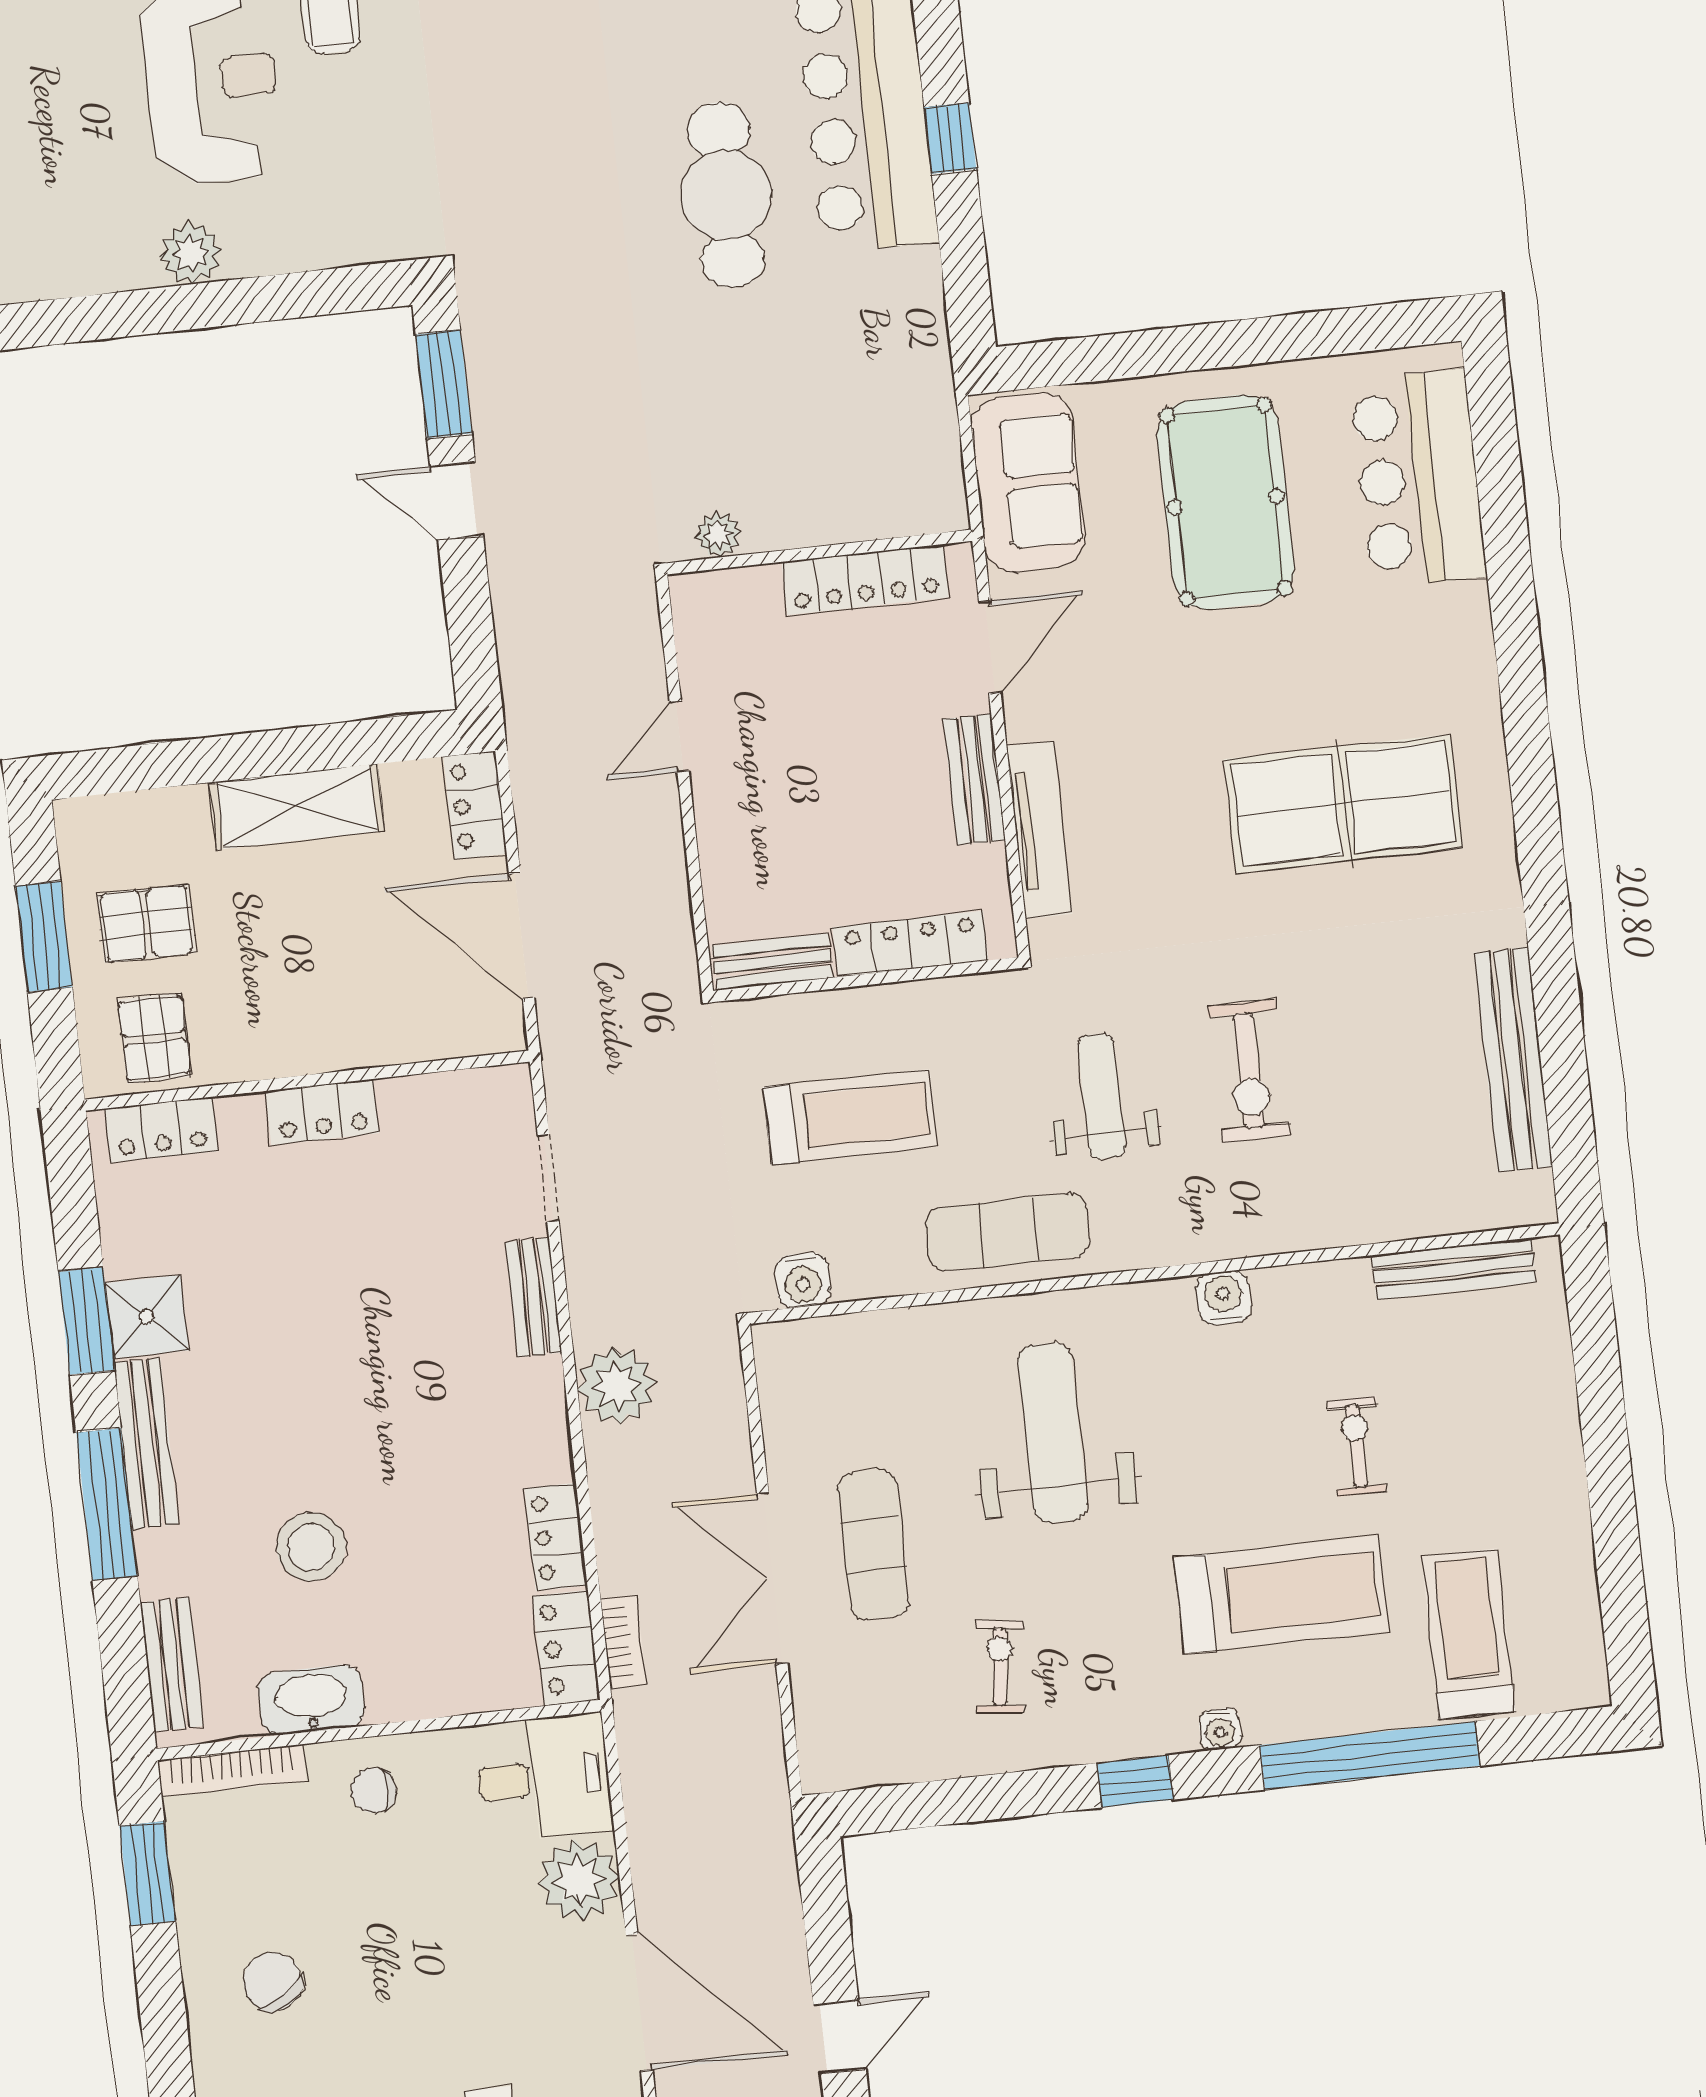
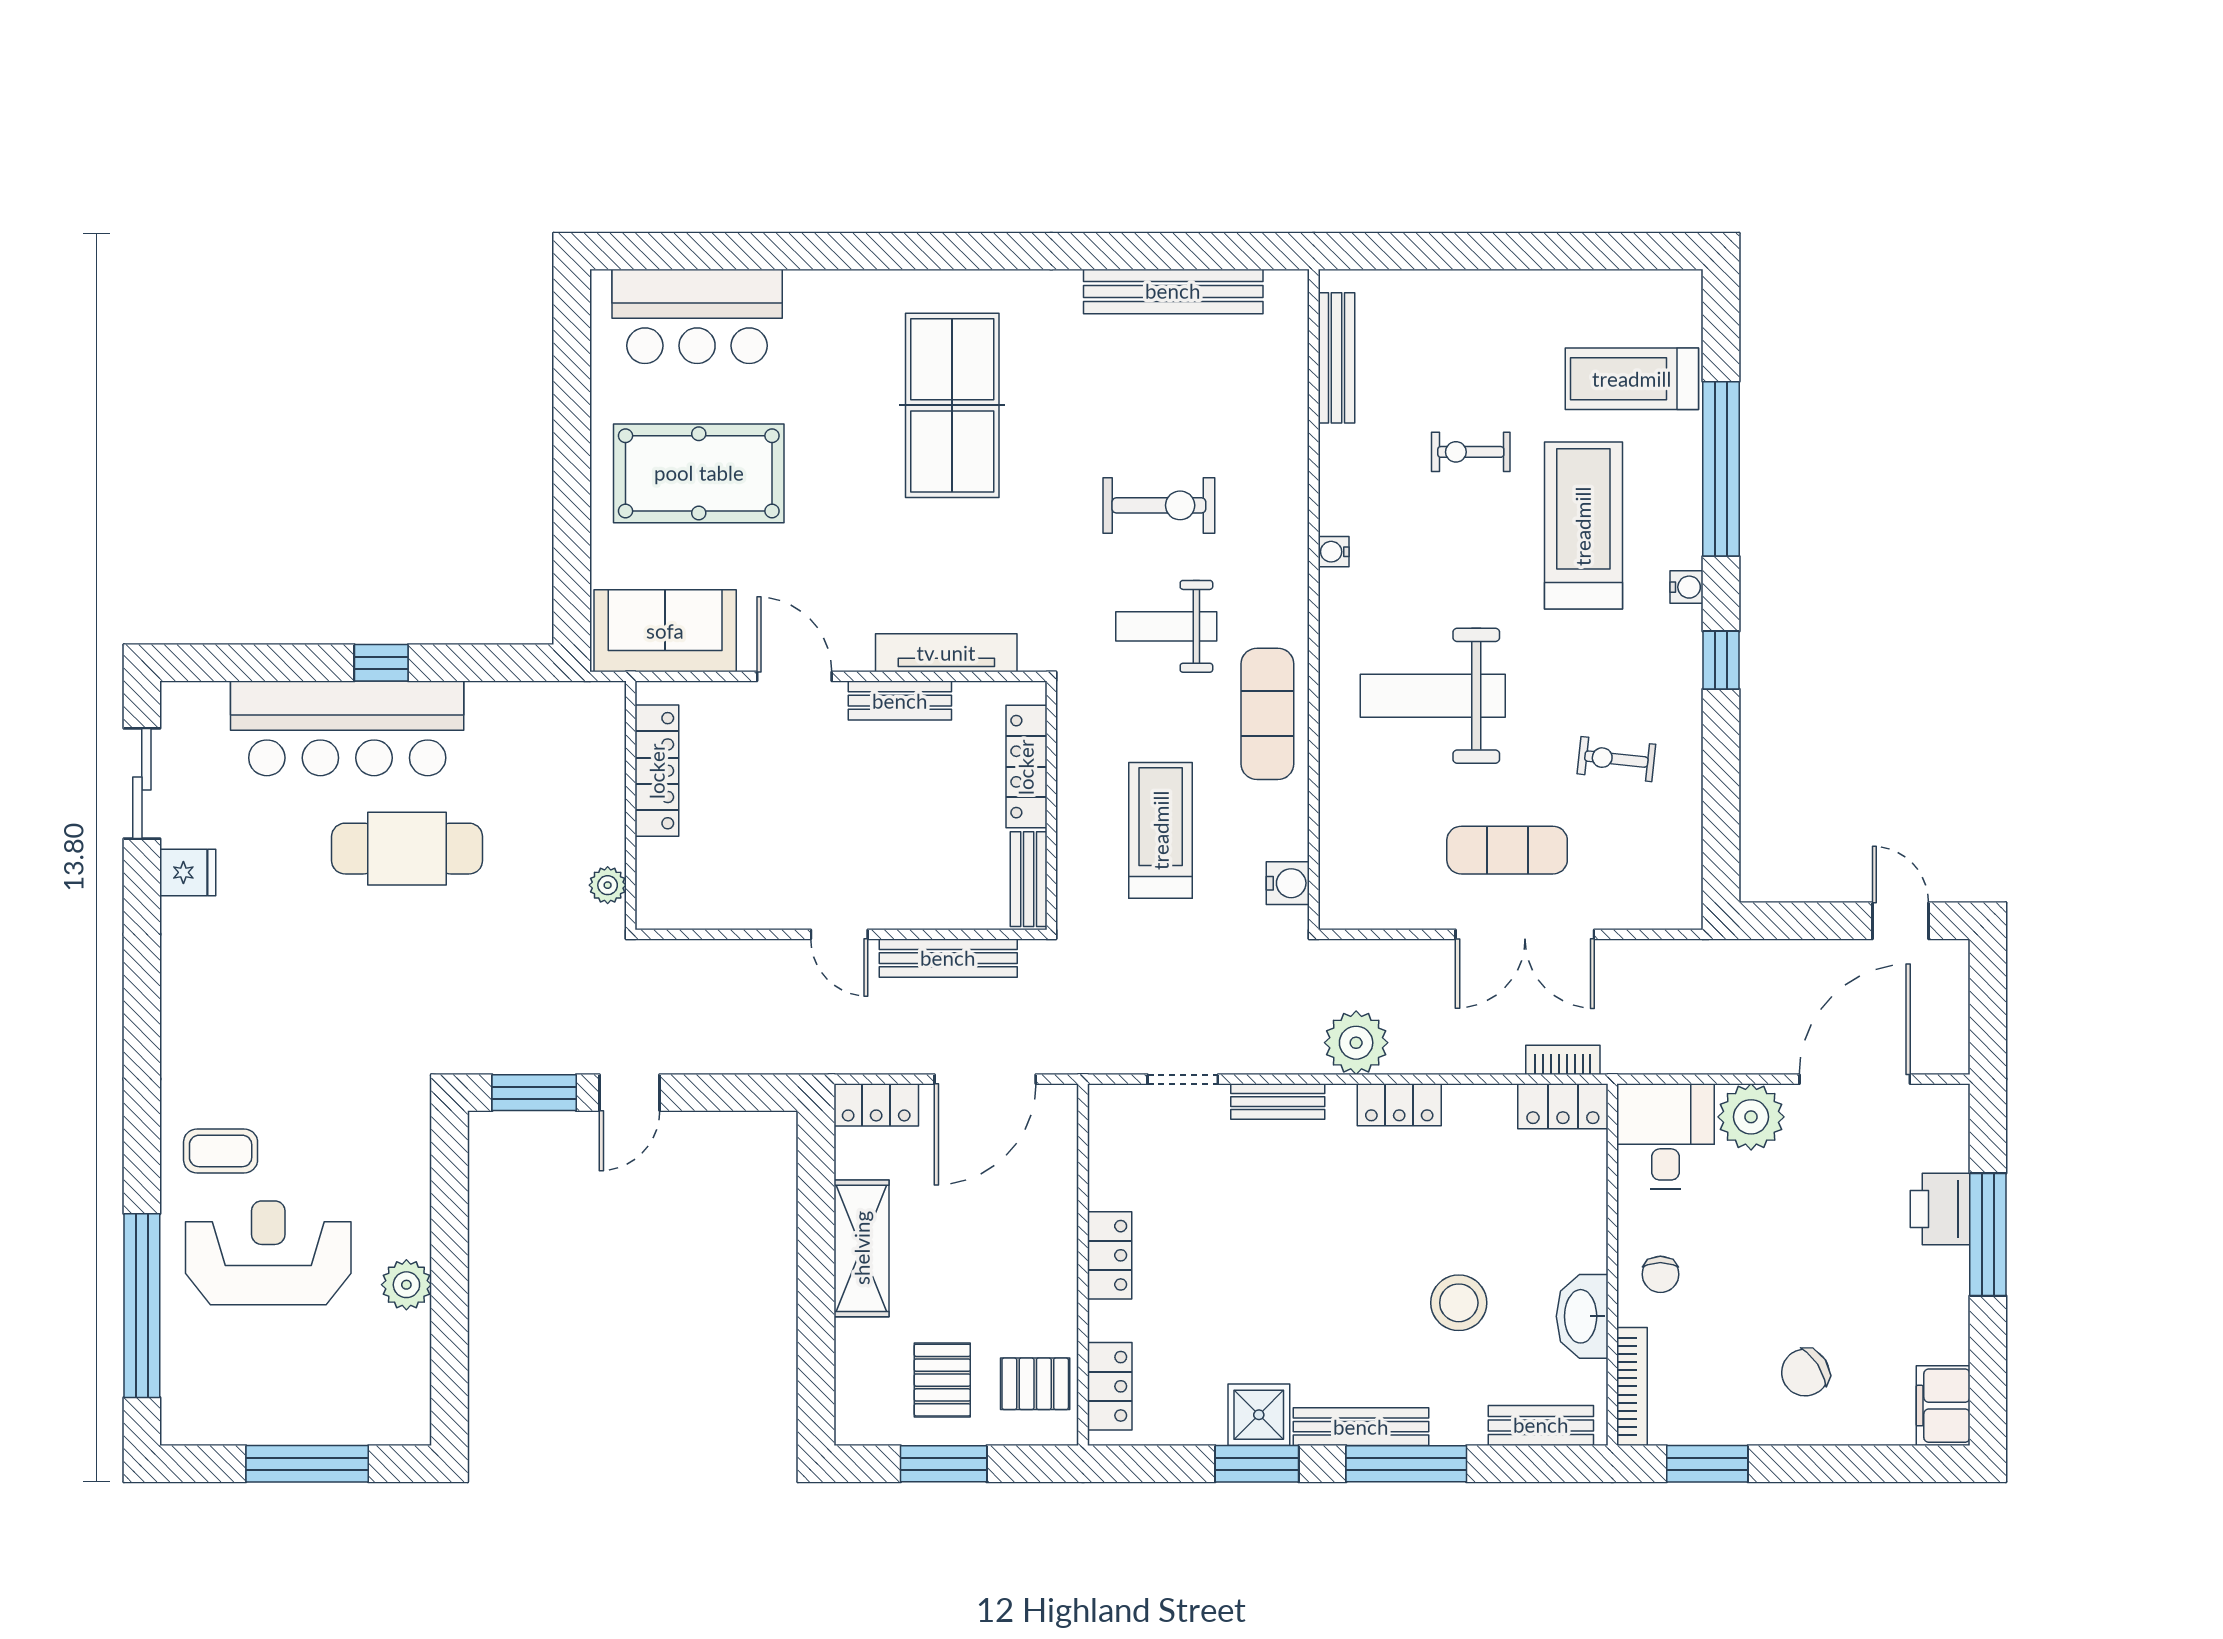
plant: (718, 535) -> (608, 885), moved
wall: (819, 552) -> (631, 805), moved
locker: (865, 580) -> (657, 771), moved
bench: (665, 874) -> (948, 958), added
water cooler: (1224, 1298) -> (1334, 552), width x0.72, depth x0.72
locker: (556, 1537) -> (1399, 1105), moved

